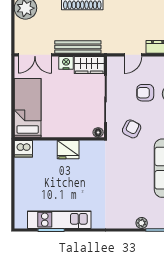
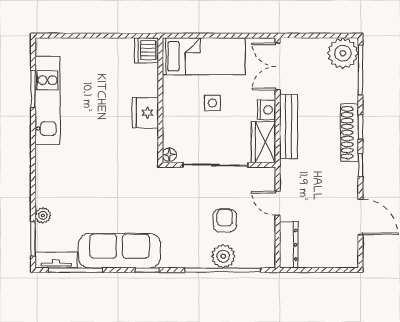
side table: (61, 102) -> (212, 103), added
armchair: (132, 129) -> (174, 201), removed

